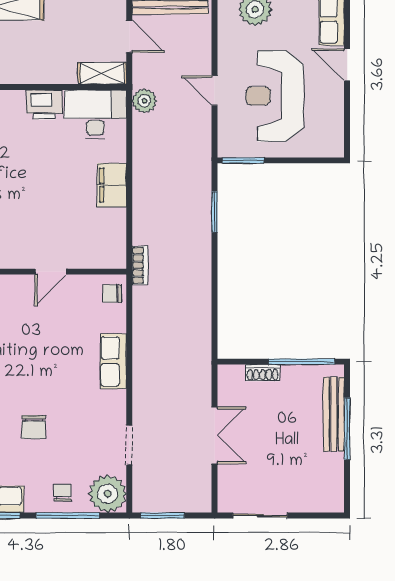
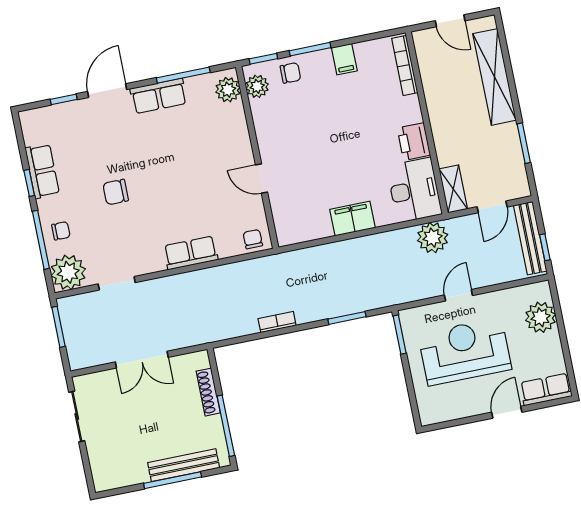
plant: (144, 101) -> (433, 238), width x1.36, depth x1.36
bookcase: (140, 265) -> (277, 322), moved, turned 180
shoe rack: (263, 373) -> (208, 392), width x1.43

